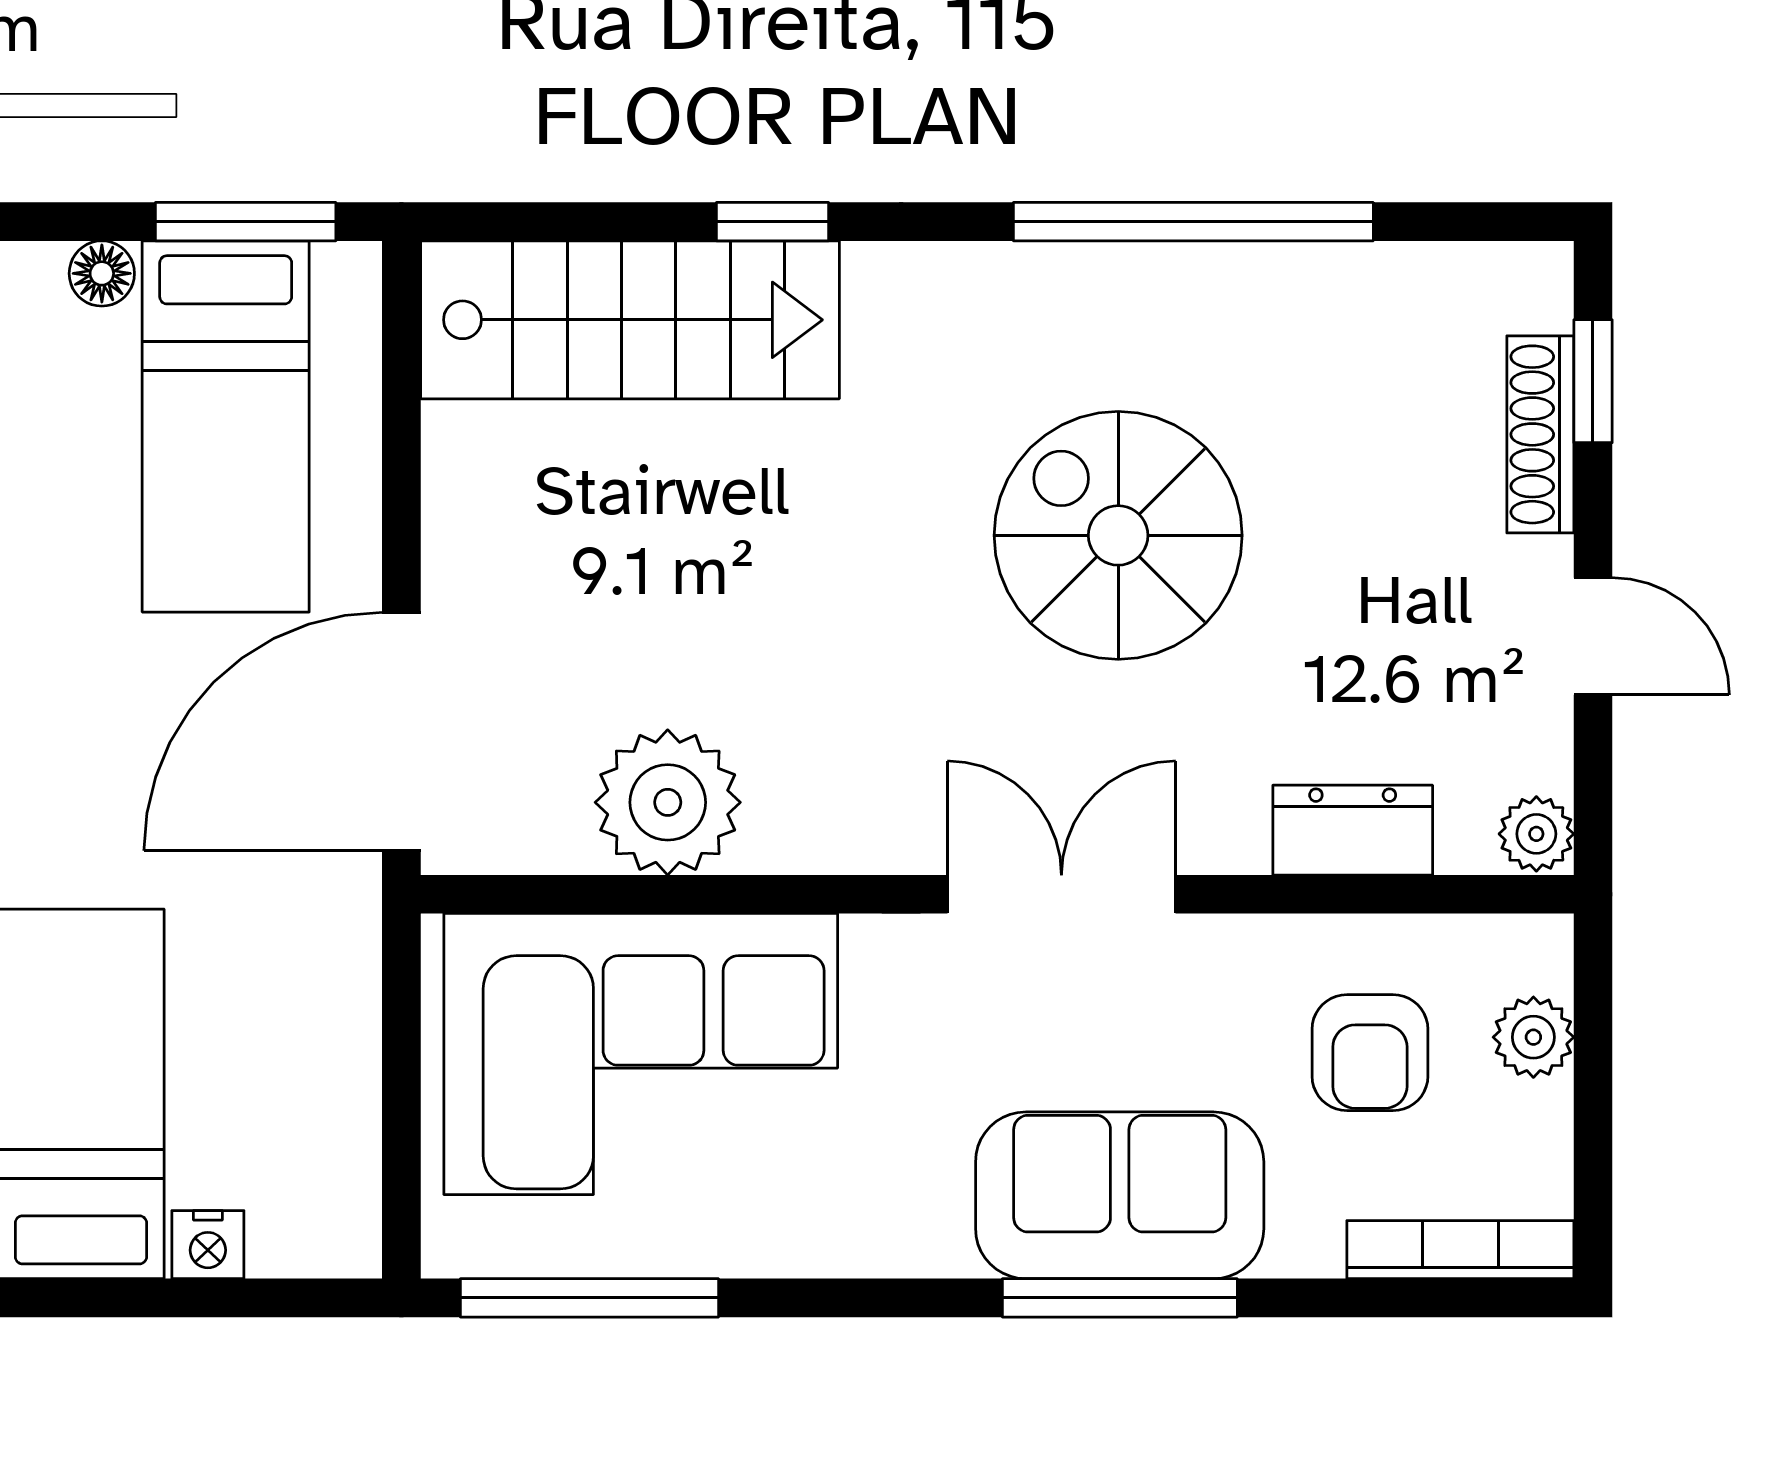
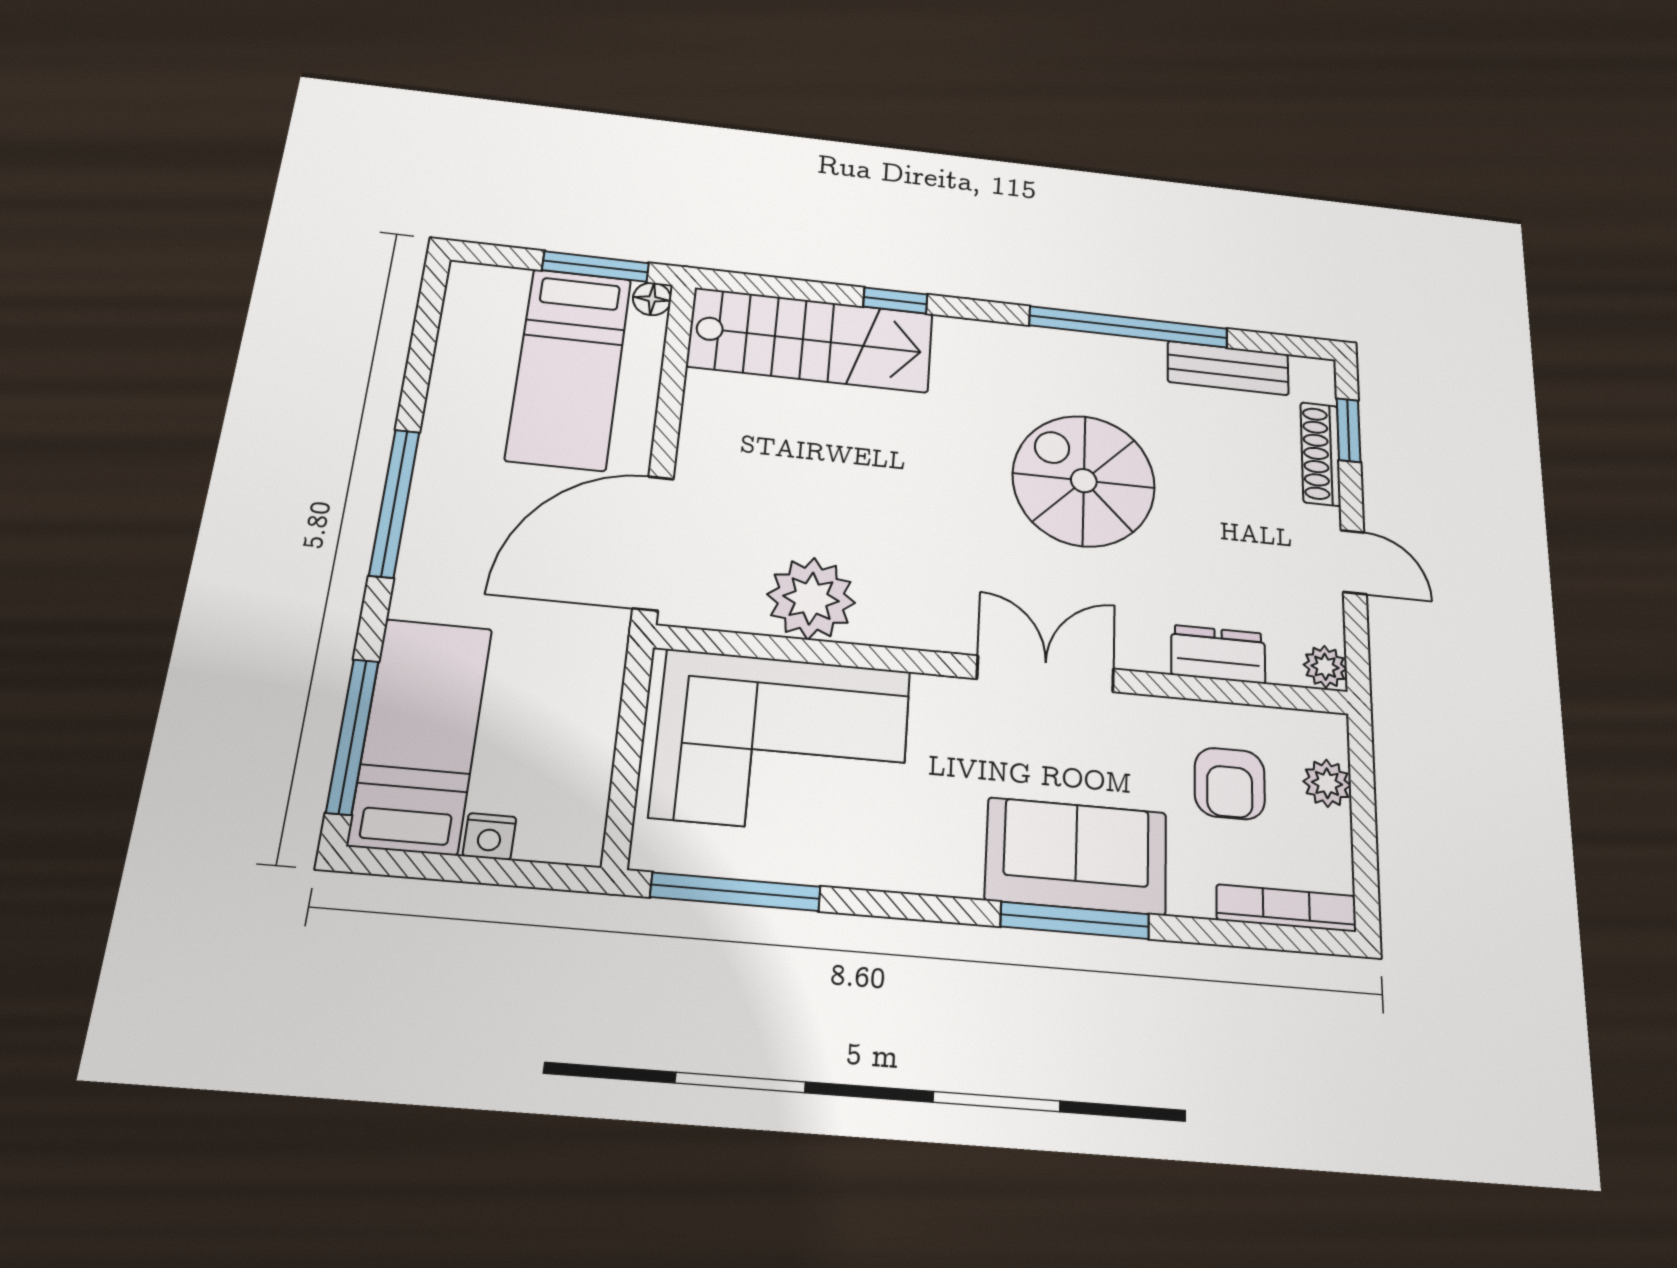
floor lamp: (102, 273) -> (652, 299), moved
bench: (1375, 283) -> (1228, 368), added

